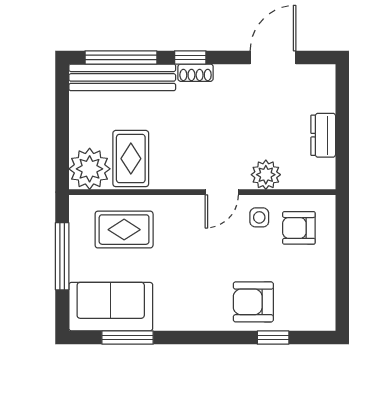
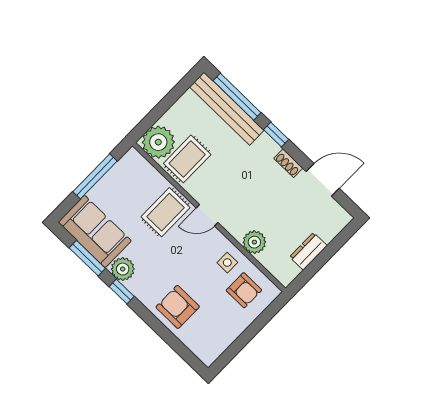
shoe rack: (196, 73) -> (288, 163), moved
door: (222, 192) -> (207, 215), moved
armchair: (299, 228) -> (244, 290), turned 180
rug: (124, 230) -> (165, 212), moved, turned 90
plant: (170, 316) -> (123, 269), added
window: (273, 338) -> (122, 292), moved

